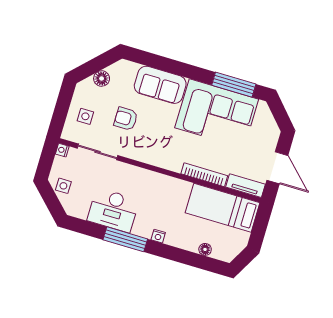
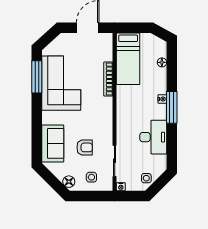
floor lamp: (102, 78) -> (69, 182), moved
sofa: (160, 85) -> (53, 143), moved
armchair: (126, 119) -> (85, 147), turned -90
tv unit: (246, 186) -> (107, 47), removed
window: (125, 239) -> (172, 107), moved

